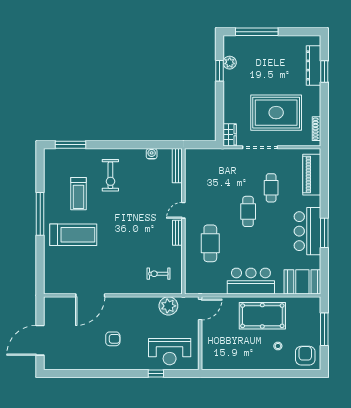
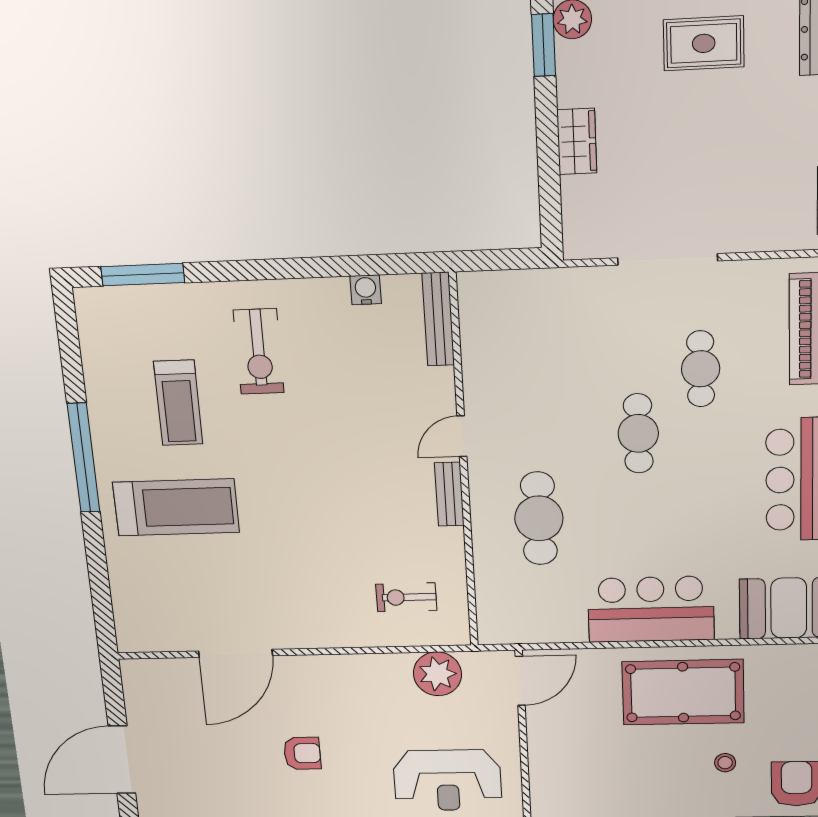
rug: (276, 113) -> (704, 43), moved, width x0.54, depth x0.49
wardrobe: (230, 135) -> (577, 141), moved

